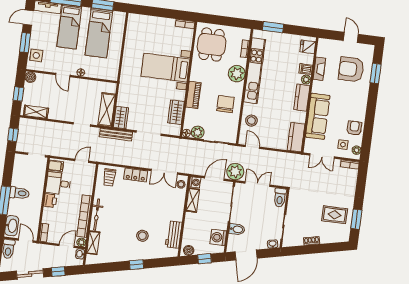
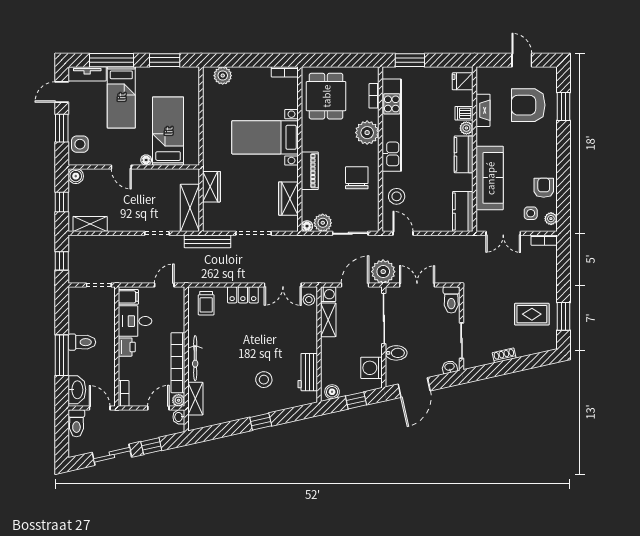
plant: (142, 21) -> (223, 76), added
bed: (99, 33) -> (168, 131), moved, turned 180
wardrobe: (121, 118) -> (211, 187), moved

